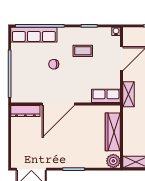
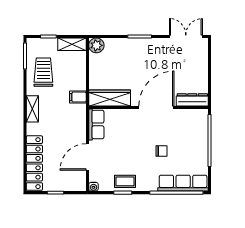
coffee table: (83, 51) -> (125, 181), moved
shelving: (128, 94) -> (80, 118), removed
row of seats: (106, 96) -> (96, 124), moved, turned -90
filing cabinet: (130, 114) -> (78, 97), added
wardrobe: (113, 132) -> (110, 98), moved, turned -90

